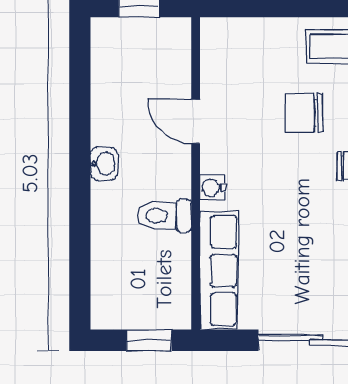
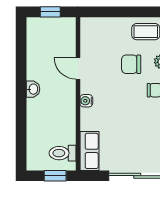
toilet: (164, 216) -> (63, 153), moved
row of seats: (219, 271) -> (89, 151), width x0.68

